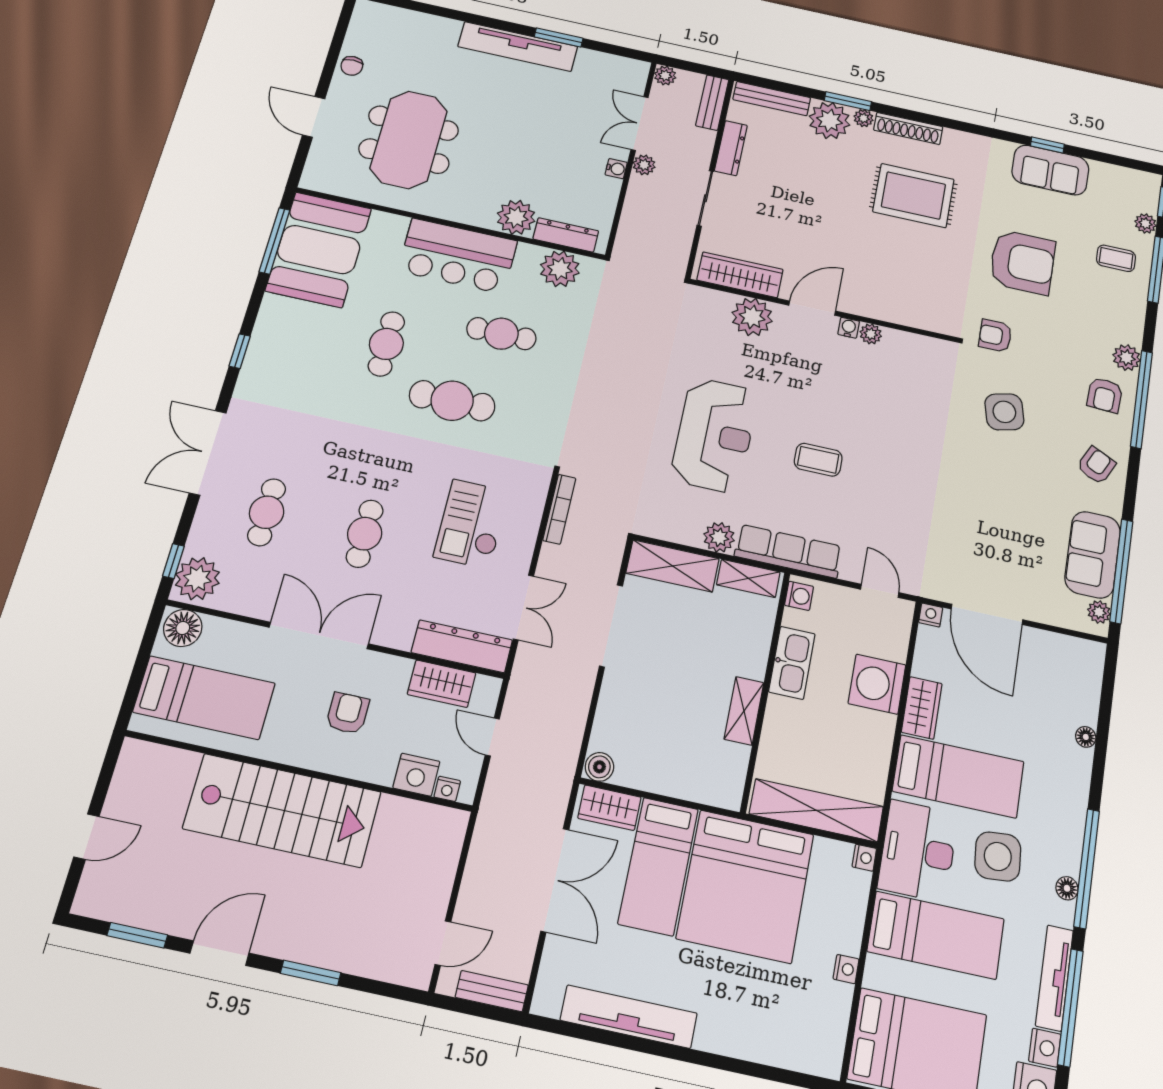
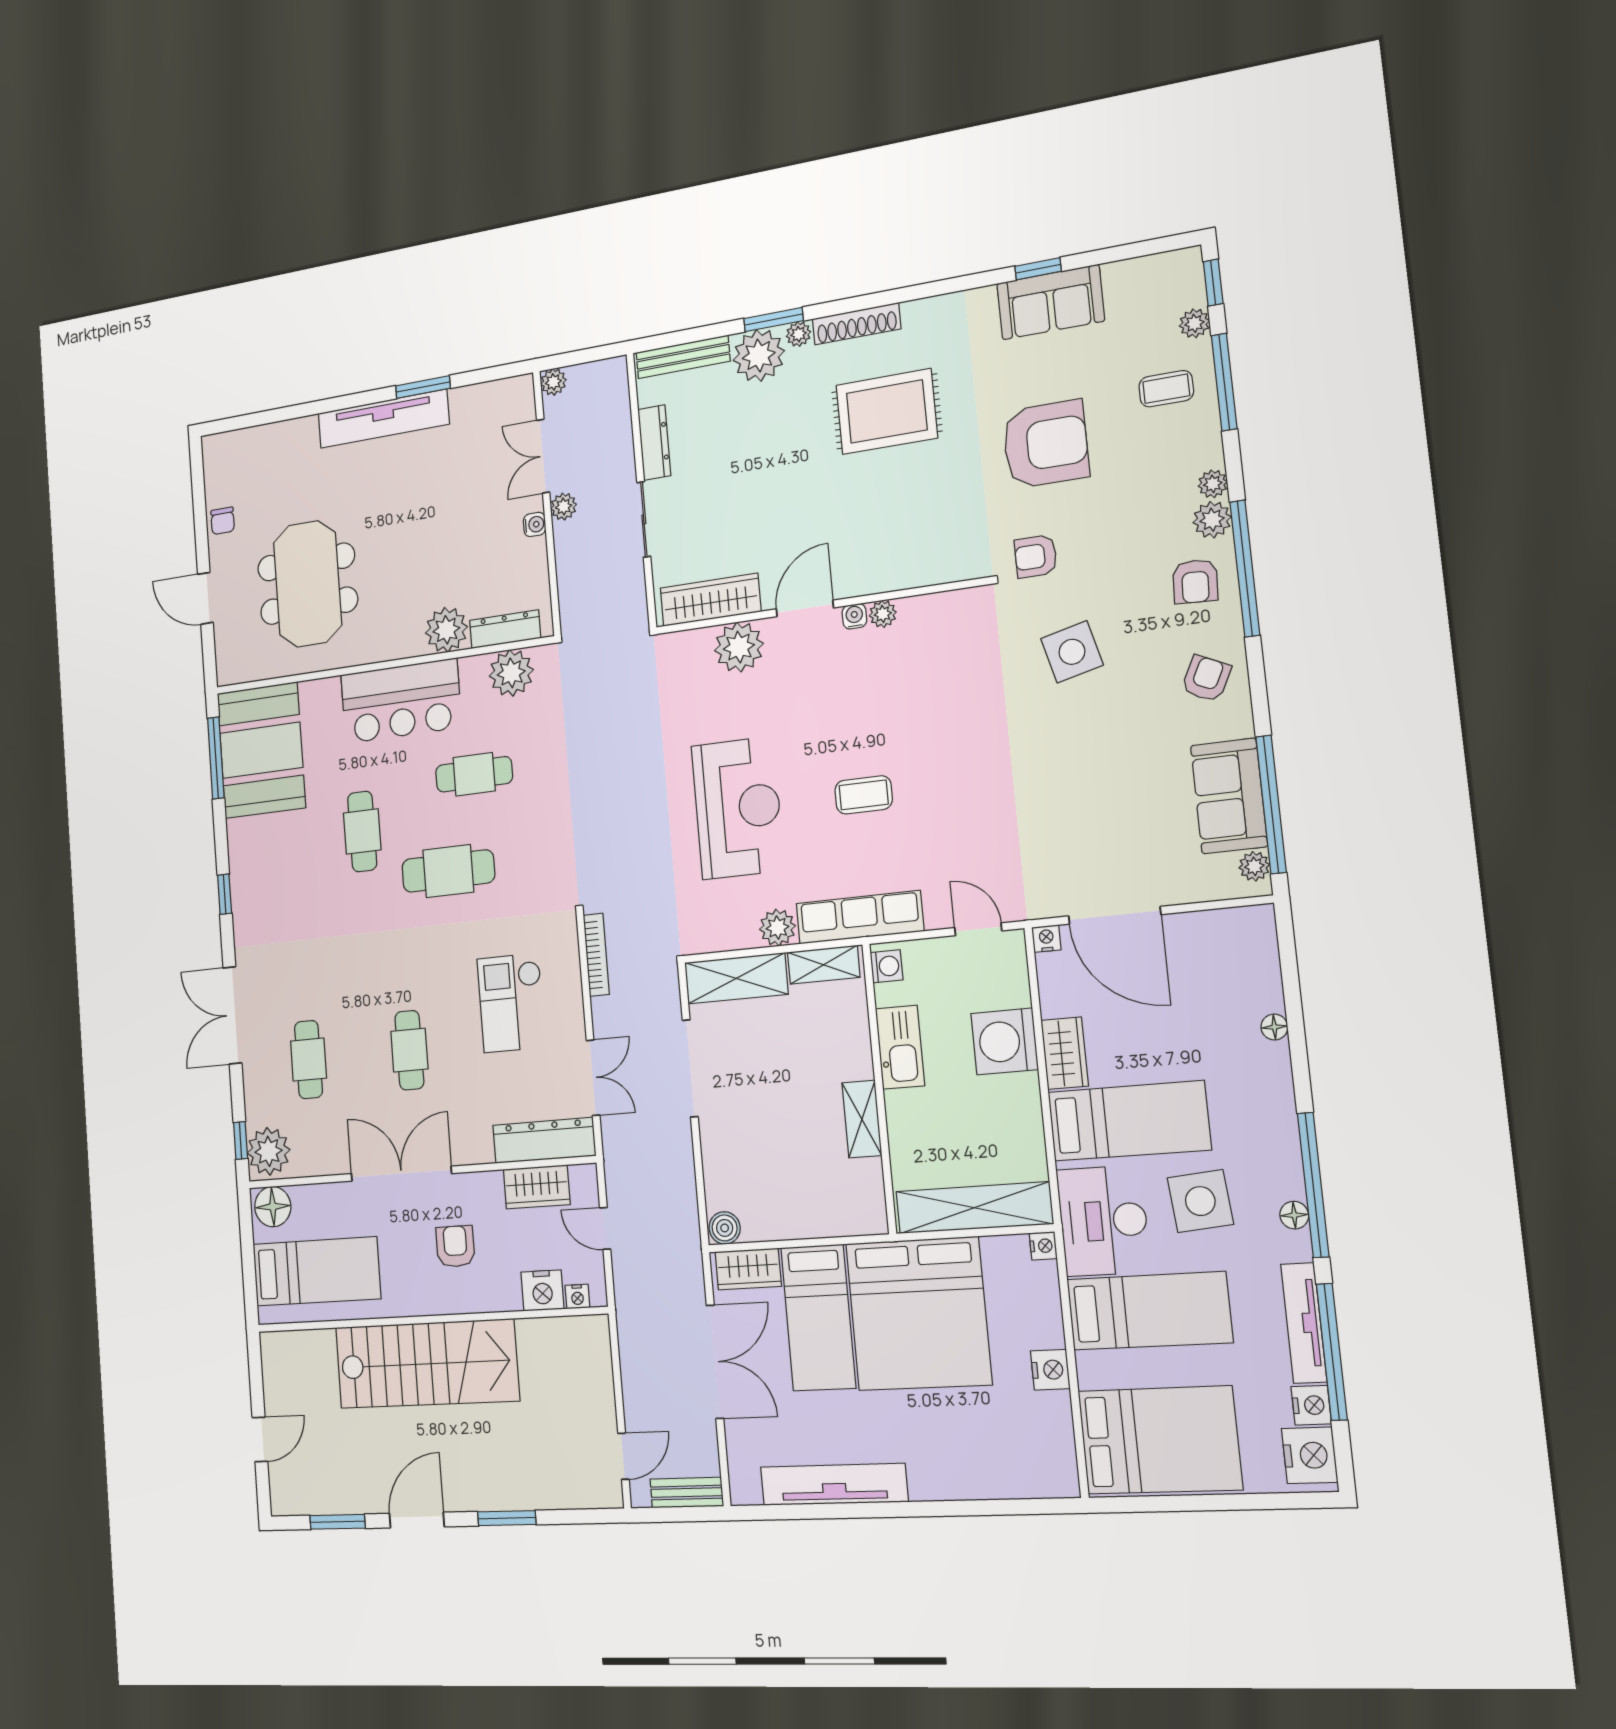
bench: (712, 103) -> (616, 393), removed
plant: (1133, 334) -> (1213, 484), added
nightstand: (846, 969) -> (1050, 1370), width x1.39, depth x1.35

